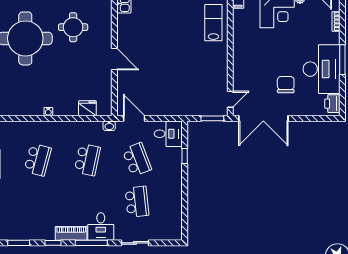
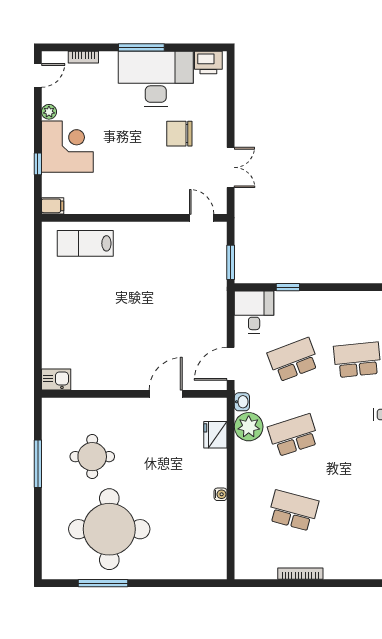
door: (114, 59) -> (166, 394), moved
window: (212, 118) -> (231, 262), moved
double door: (263, 118) -> (231, 167), width x0.54
plant: (93, 130) -> (249, 427), added
school desk: (87, 160) -> (293, 435), turned -30

